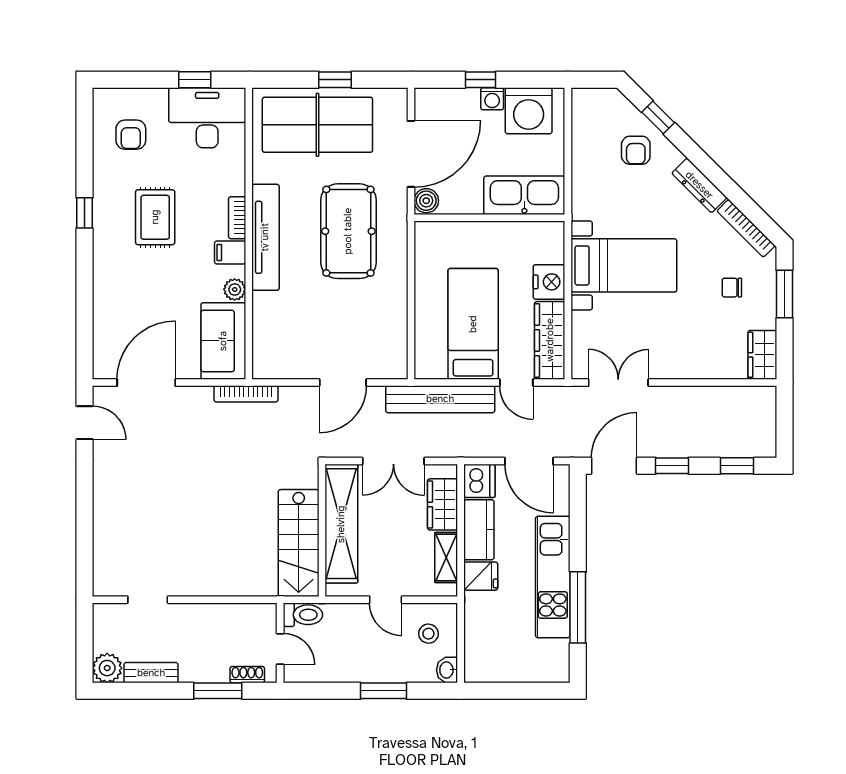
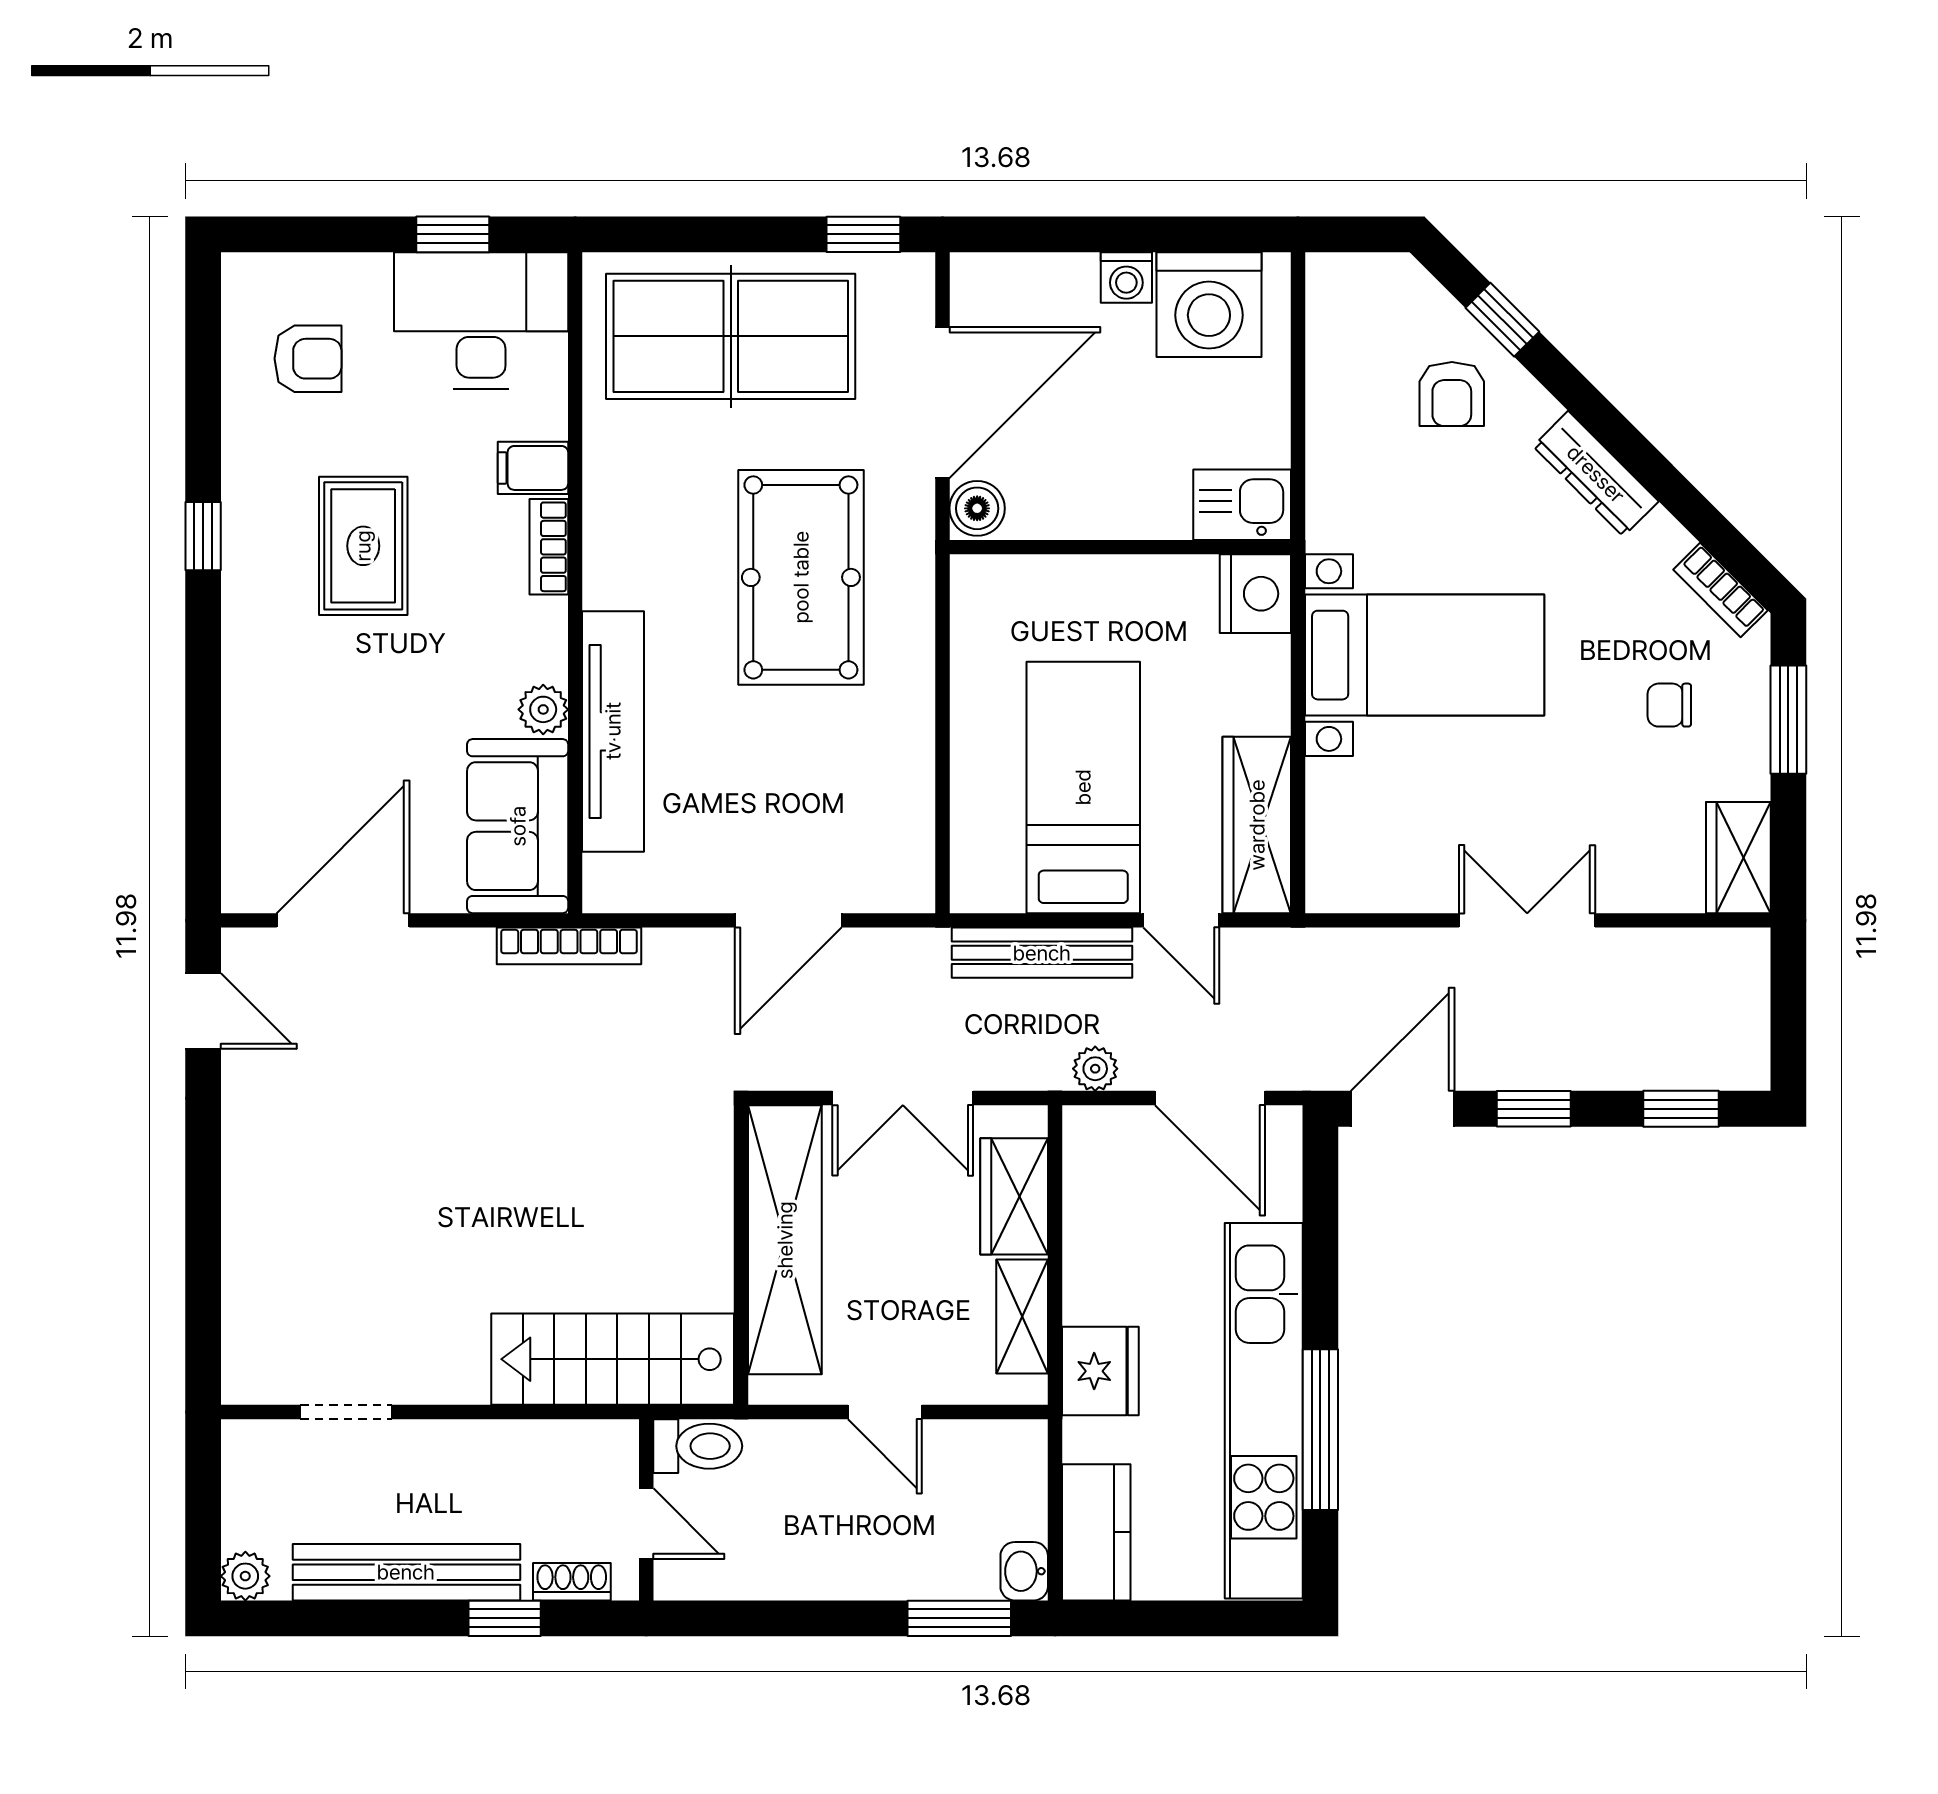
window: (335, 80) -> (863, 234), moved
window: (481, 80) -> (1100, 234), removed
armchair: (131, 135) -> (308, 359), turned -90
kitchen sink: (524, 195) -> (1242, 505), width x0.53, depth x0.81
bookcase: (746, 228) -> (1720, 590), width x0.64
tv unit: (265, 237) -> (613, 731), moved
filing cabinet: (230, 252) -> (533, 468), moved
nightstand: (549, 282) -> (1255, 594), moved
double door: (618, 383) -> (1527, 920), moved
bench: (440, 399) -> (1042, 953), width x0.73, depth x0.82
plant: (478, 448) -> (1095, 1069), added
dishwasher: (479, 481) -> (1097, 1143), removed
kitchen counter: (479, 530) -> (1096, 1532), moved
stairs: (299, 543) -> (613, 1359), moved, turned 90
fridge: (481, 576) -> (1100, 1371), width x1.38
kitchen unit: (553, 577) -> (1264, 1411), width x1.36
stool: (428, 634) -> (982, 1489), removed
plant: (107, 668) -> (245, 1576), width x0.73, depth x0.73
bench: (151, 673) -> (406, 1572), width x1.86, depth x1.21
window: (218, 691) -> (505, 1618), width x0.67
window: (384, 691) -> (959, 1618), moved

